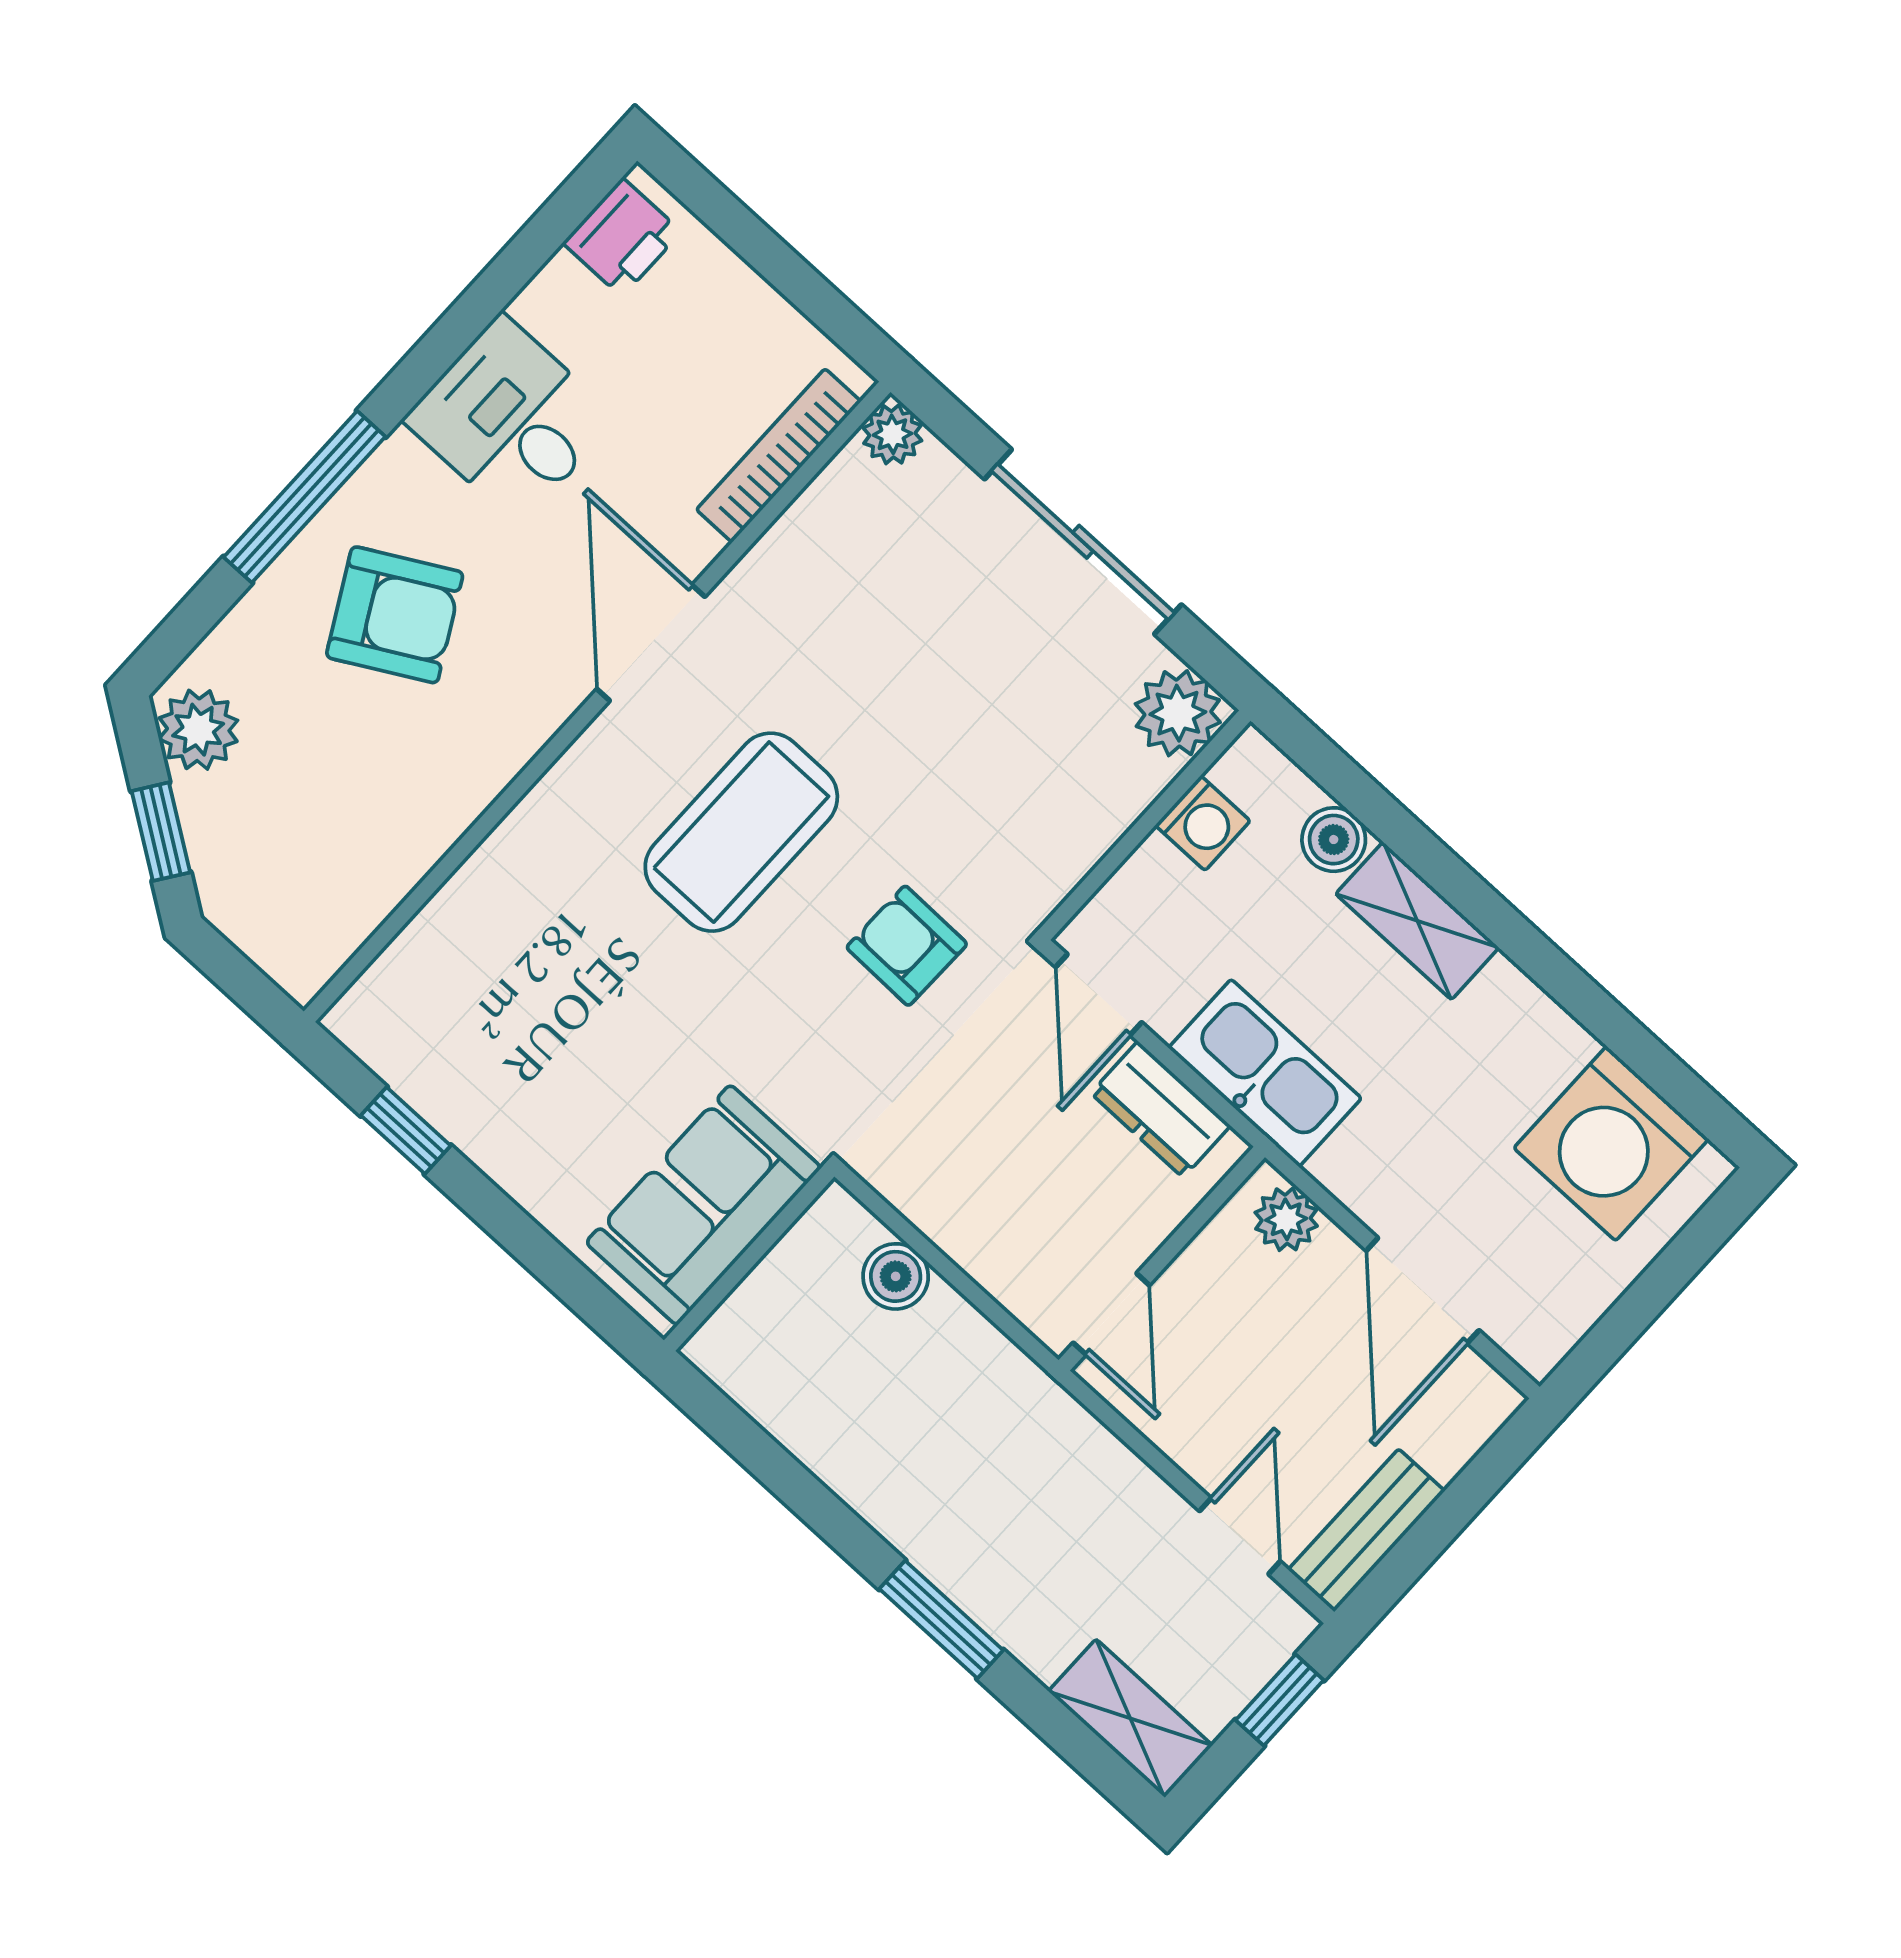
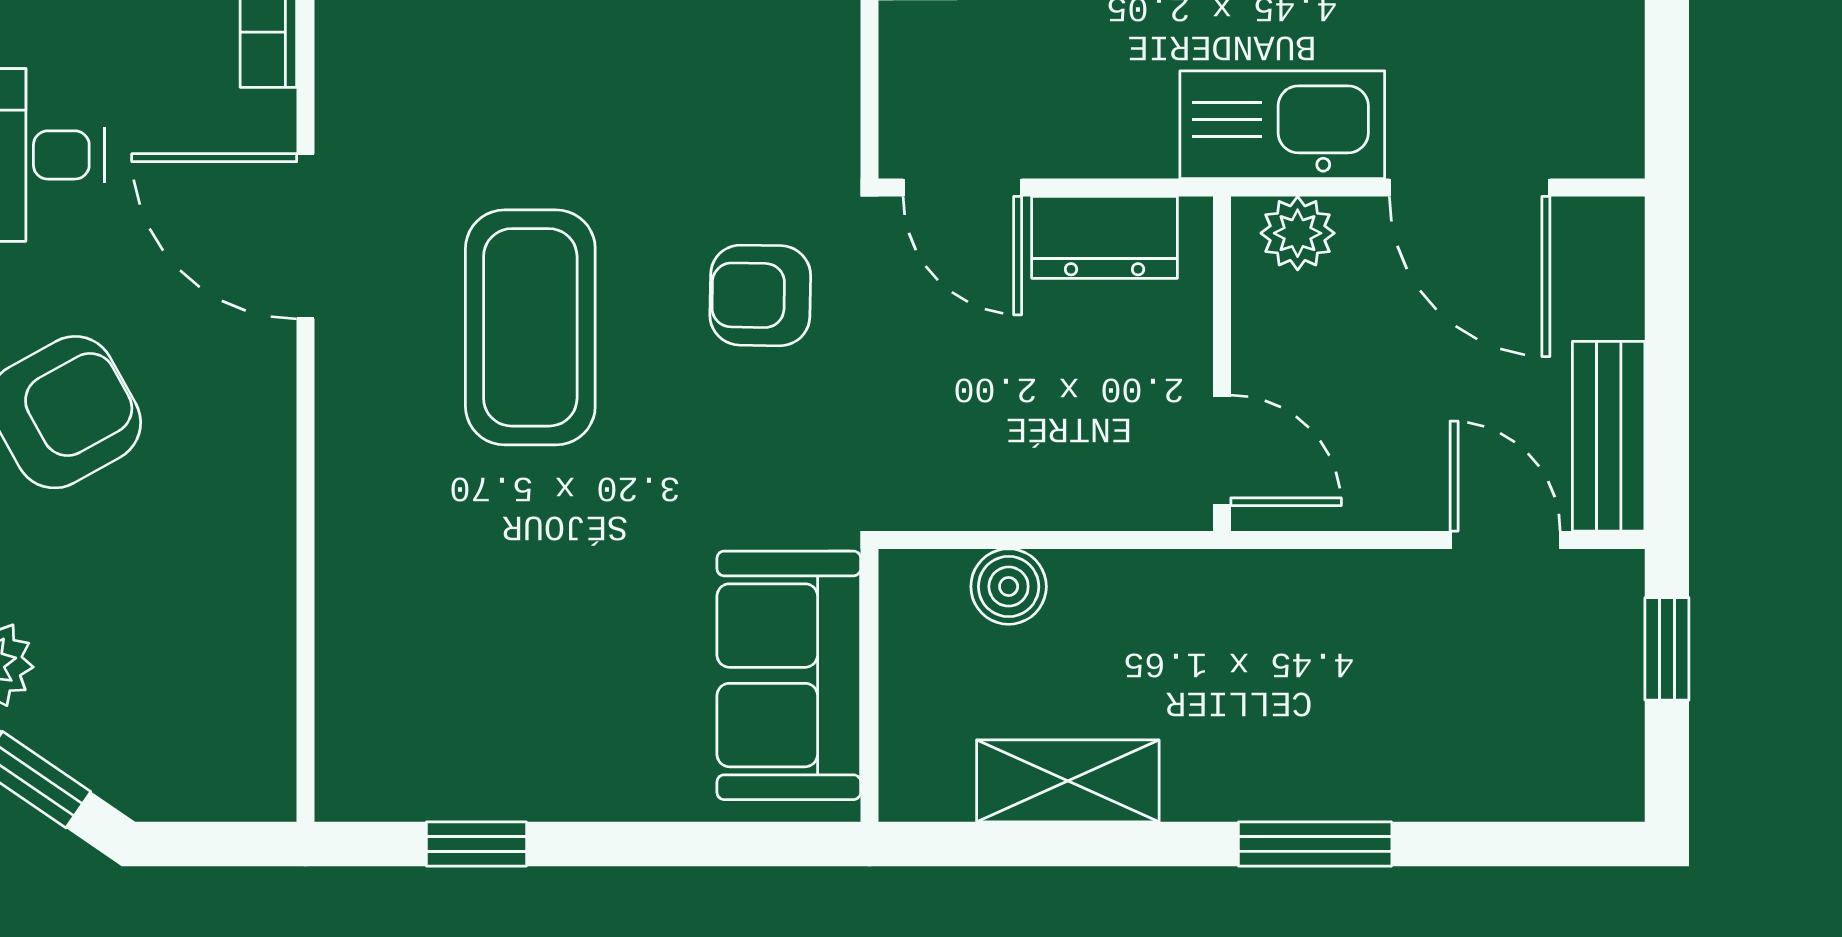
kitchen sink: (1265, 1073) -> (1282, 125), moved
shelving: (1130, 1718) -> (1068, 781), moved

